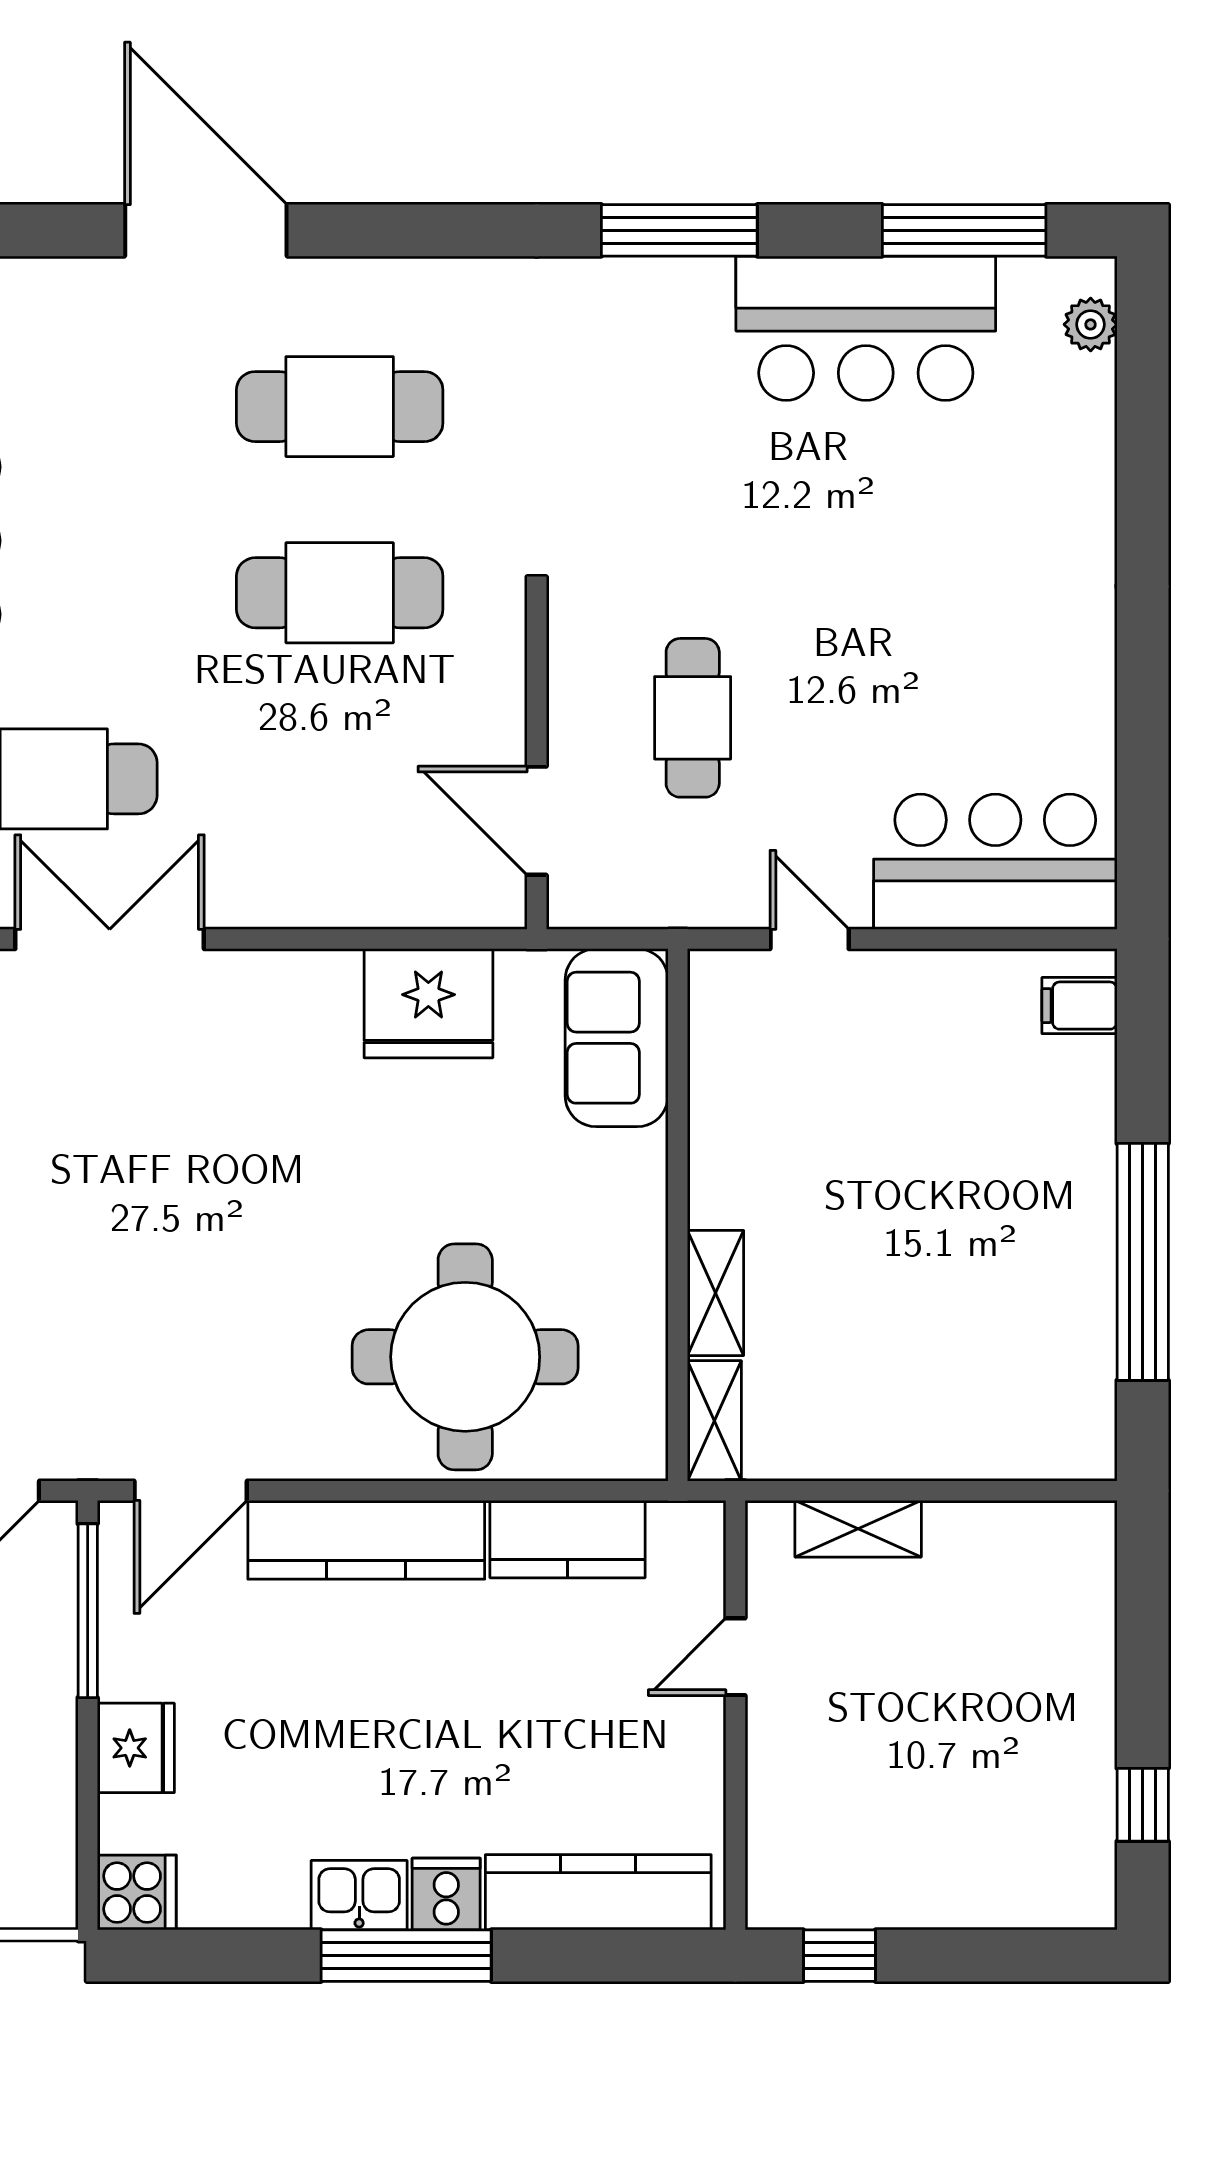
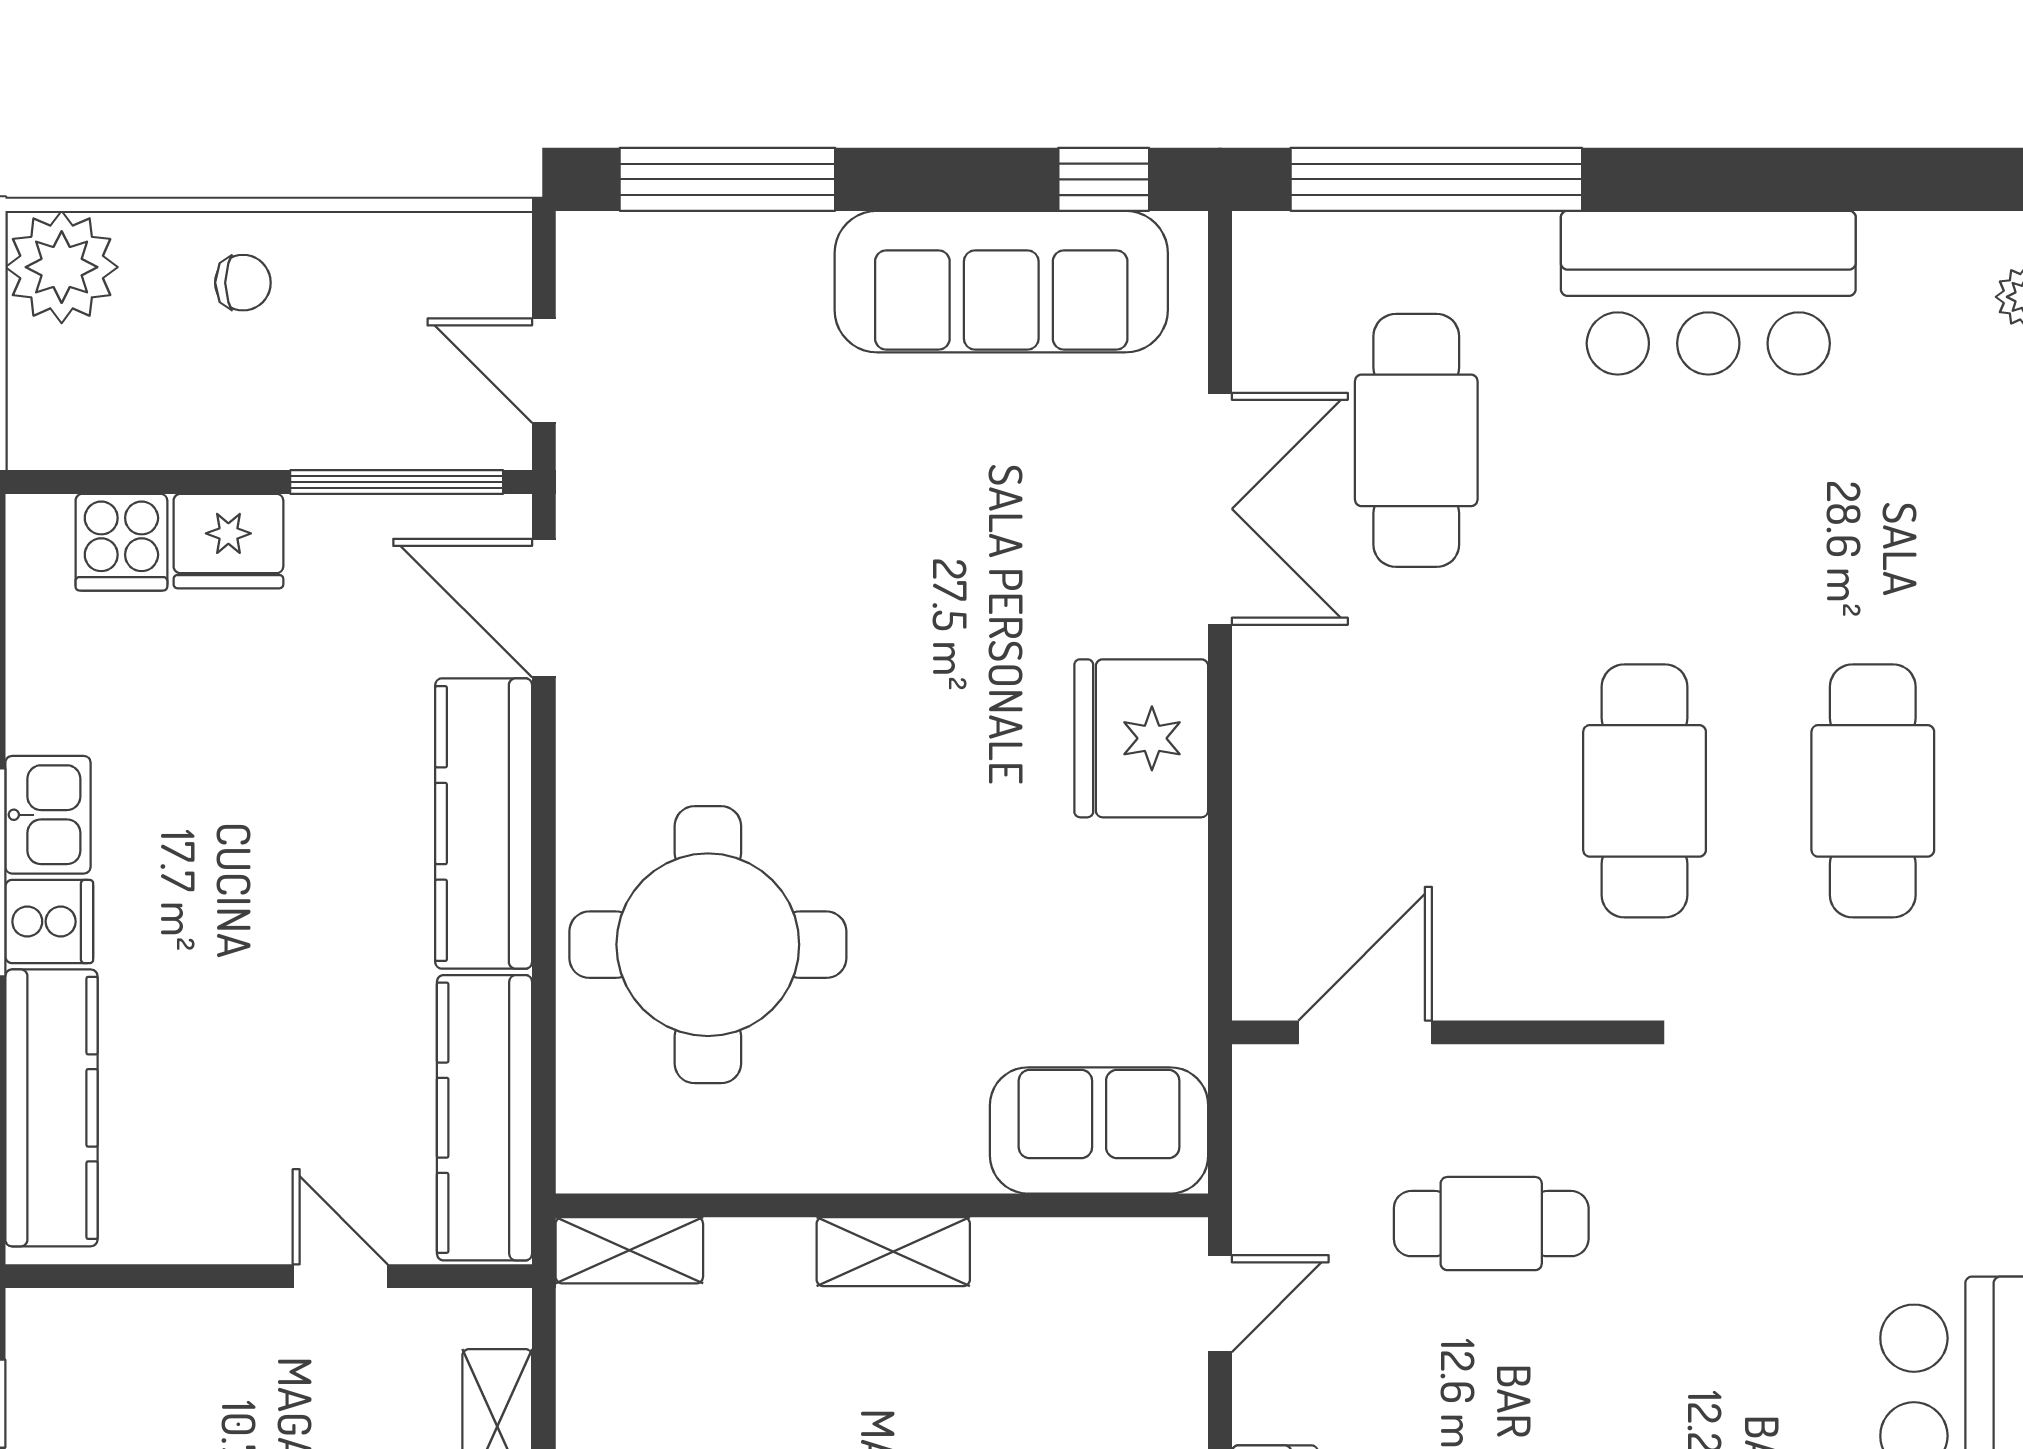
door: (810, 939) -> (1220, 1304), moved
fridge: (428, 1003) -> (1141, 738), moved
shelving: (716, 1293) -> (893, 1252), moved
kitchen counter: (567, 1539) -> (484, 1118), width x1.50
cooker: (137, 1893) -> (121, 542), moved

